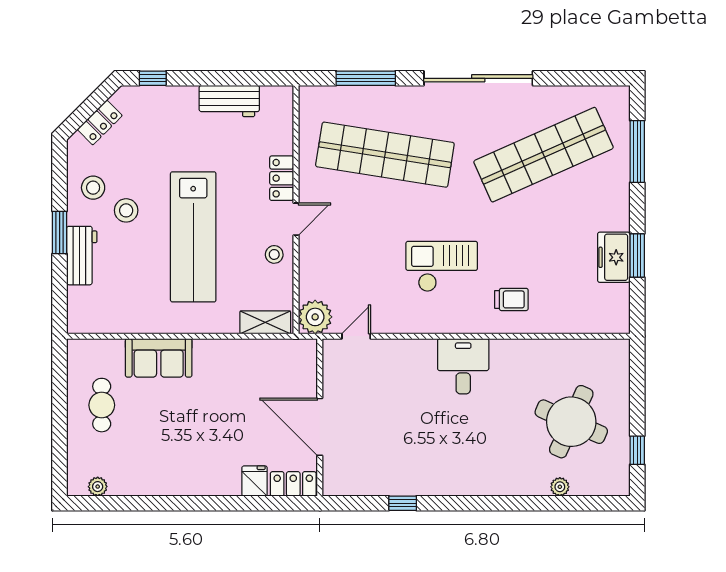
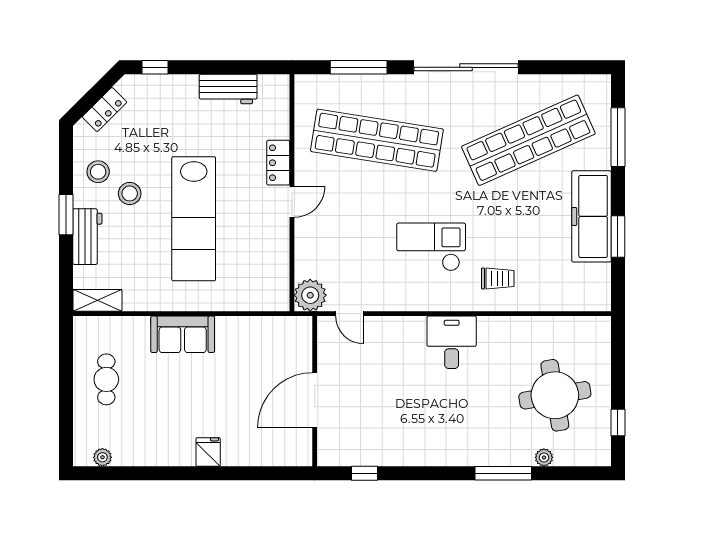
stool: (274, 254) -> (271, 236), removed
freezer: (614, 257) -> (592, 216), width x1.91, depth x1.26
shelving: (265, 322) -> (98, 300), moved
door: (356, 336) -> (349, 314), swing flipped
sofa: (159, 358) -> (183, 334), moved
round table: (571, 422) -> (555, 395), turned -34
door: (320, 427) -> (315, 400), hinge flipped
fridge: (255, 481) -> (208, 452), moved
locker: (293, 484) -> (289, 455), removed
window: (403, 503) -> (364, 473), moved
window: (517, 503) -> (503, 473), added

